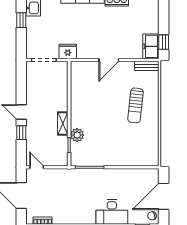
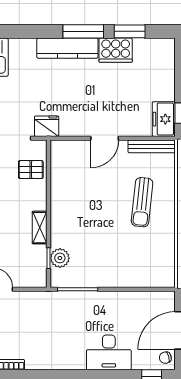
bench: (147, 66) -> (152, 146), width x1.36
pallet: (56, 82) -> (31, 170), added
plant: (77, 135) -> (60, 258), moved

